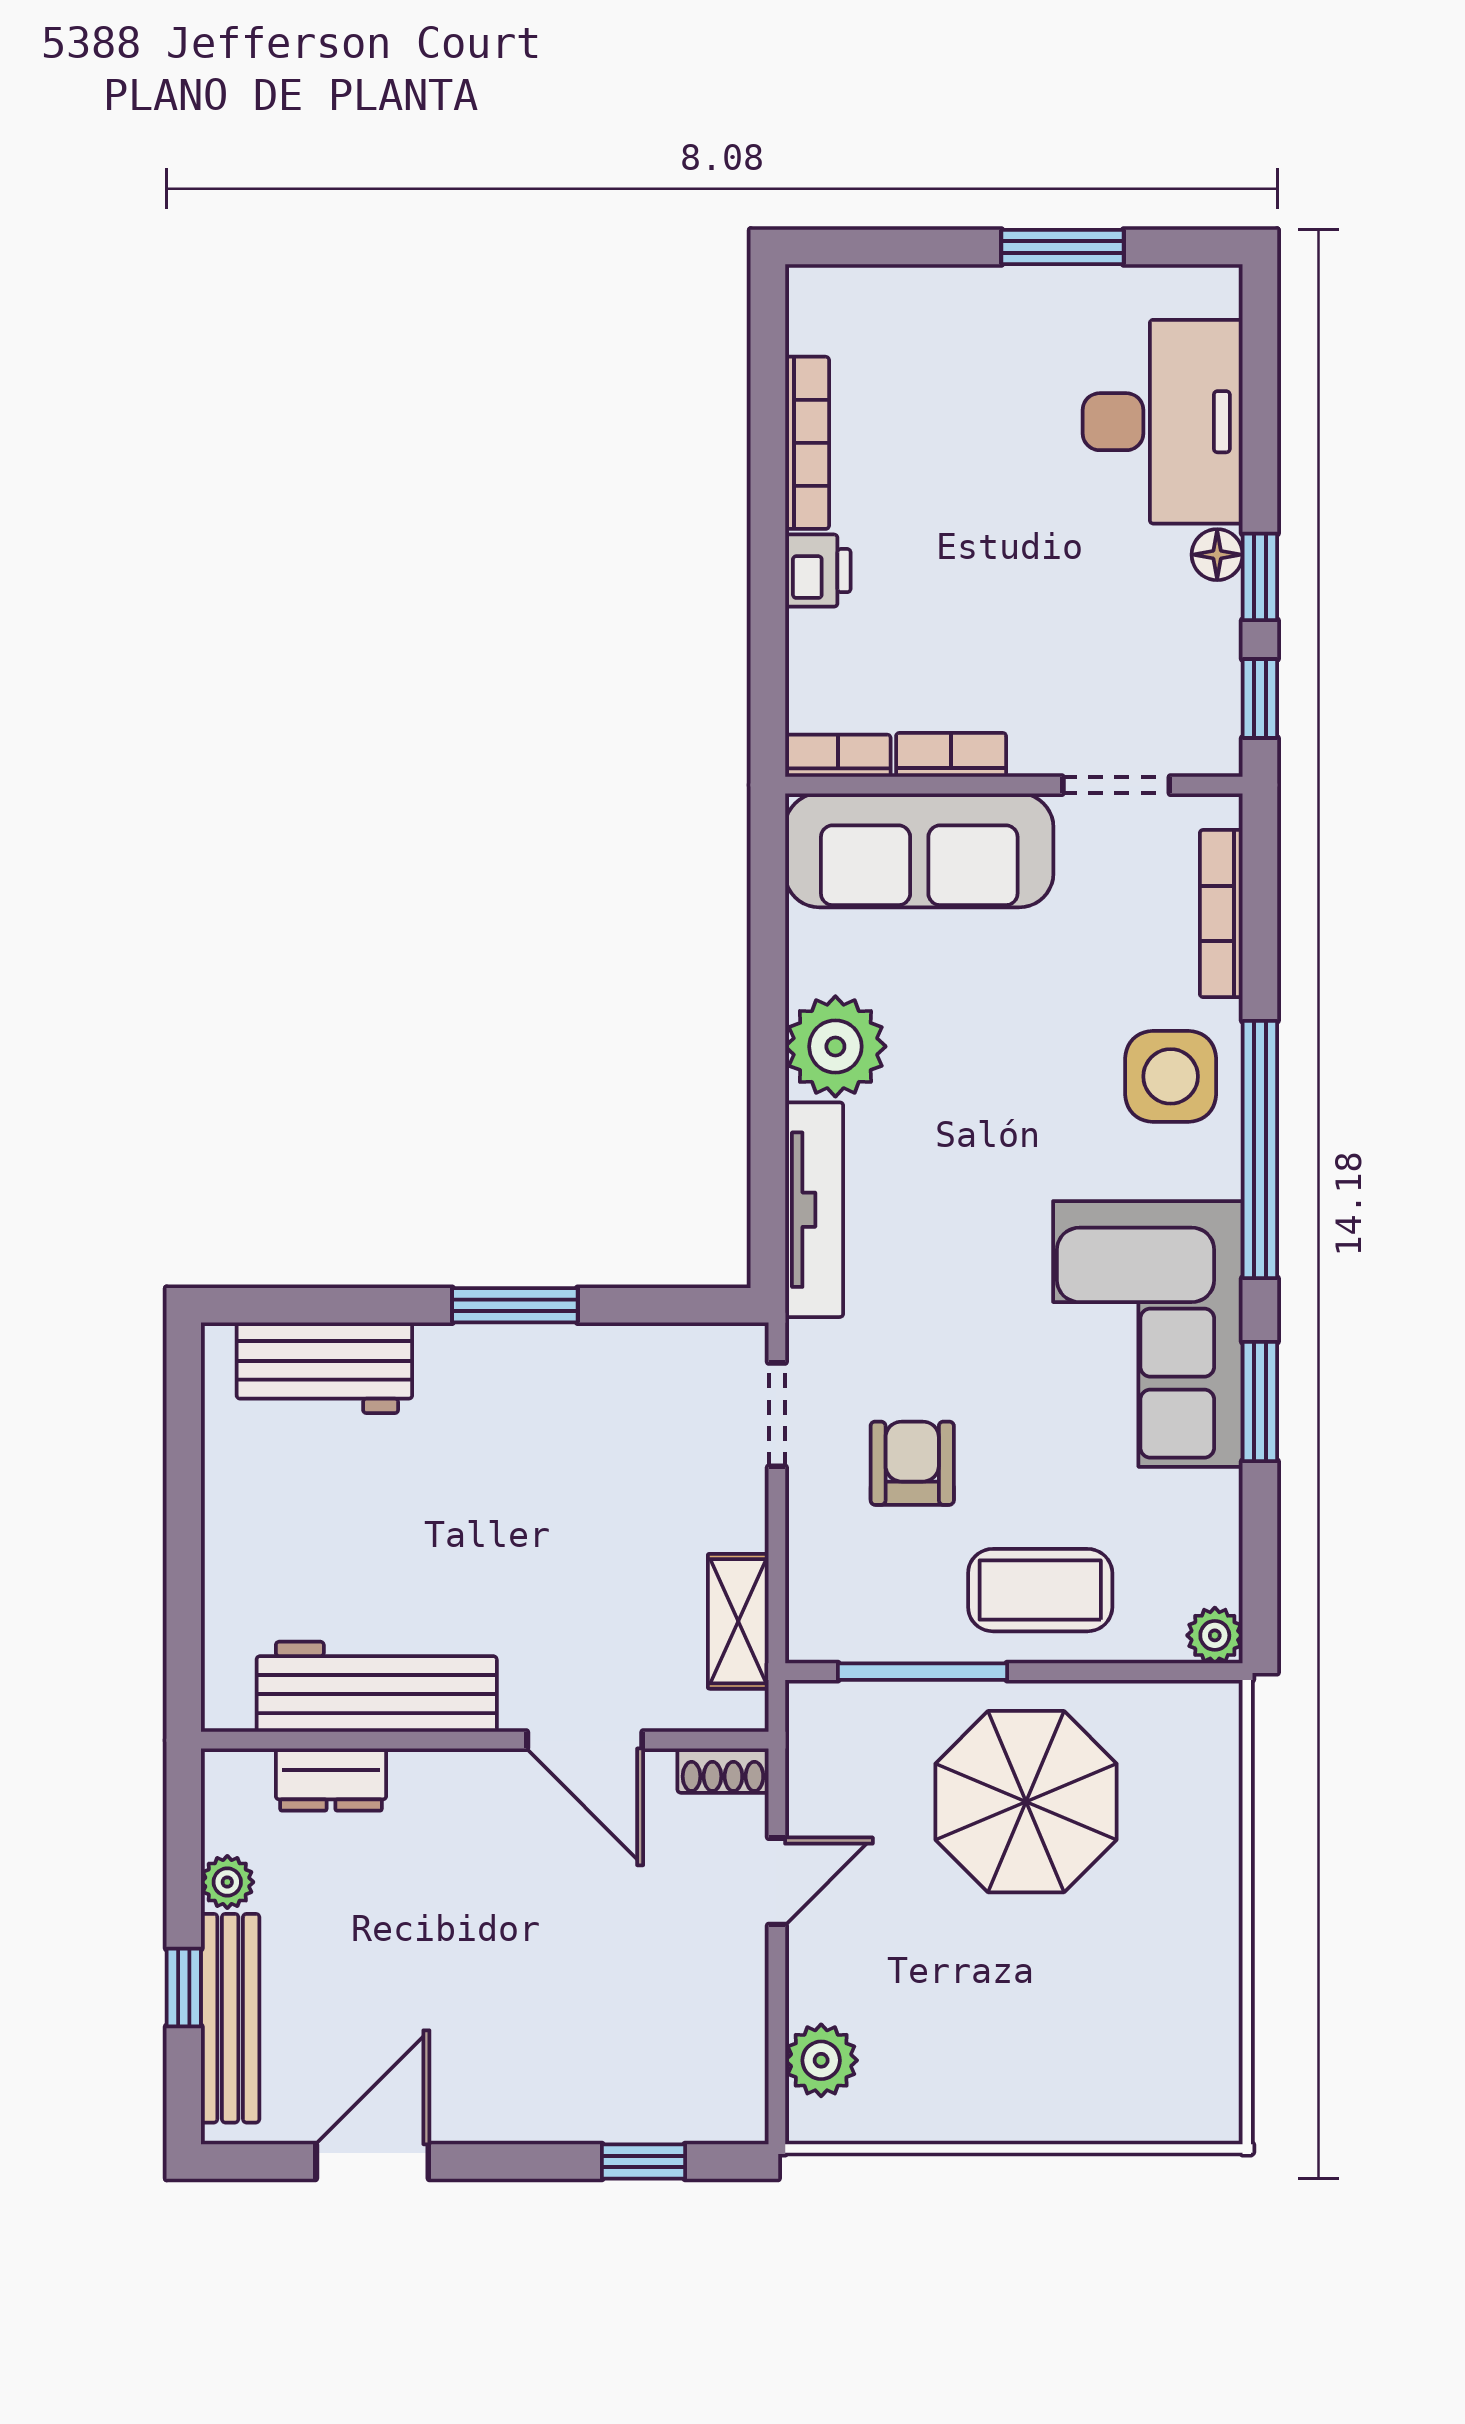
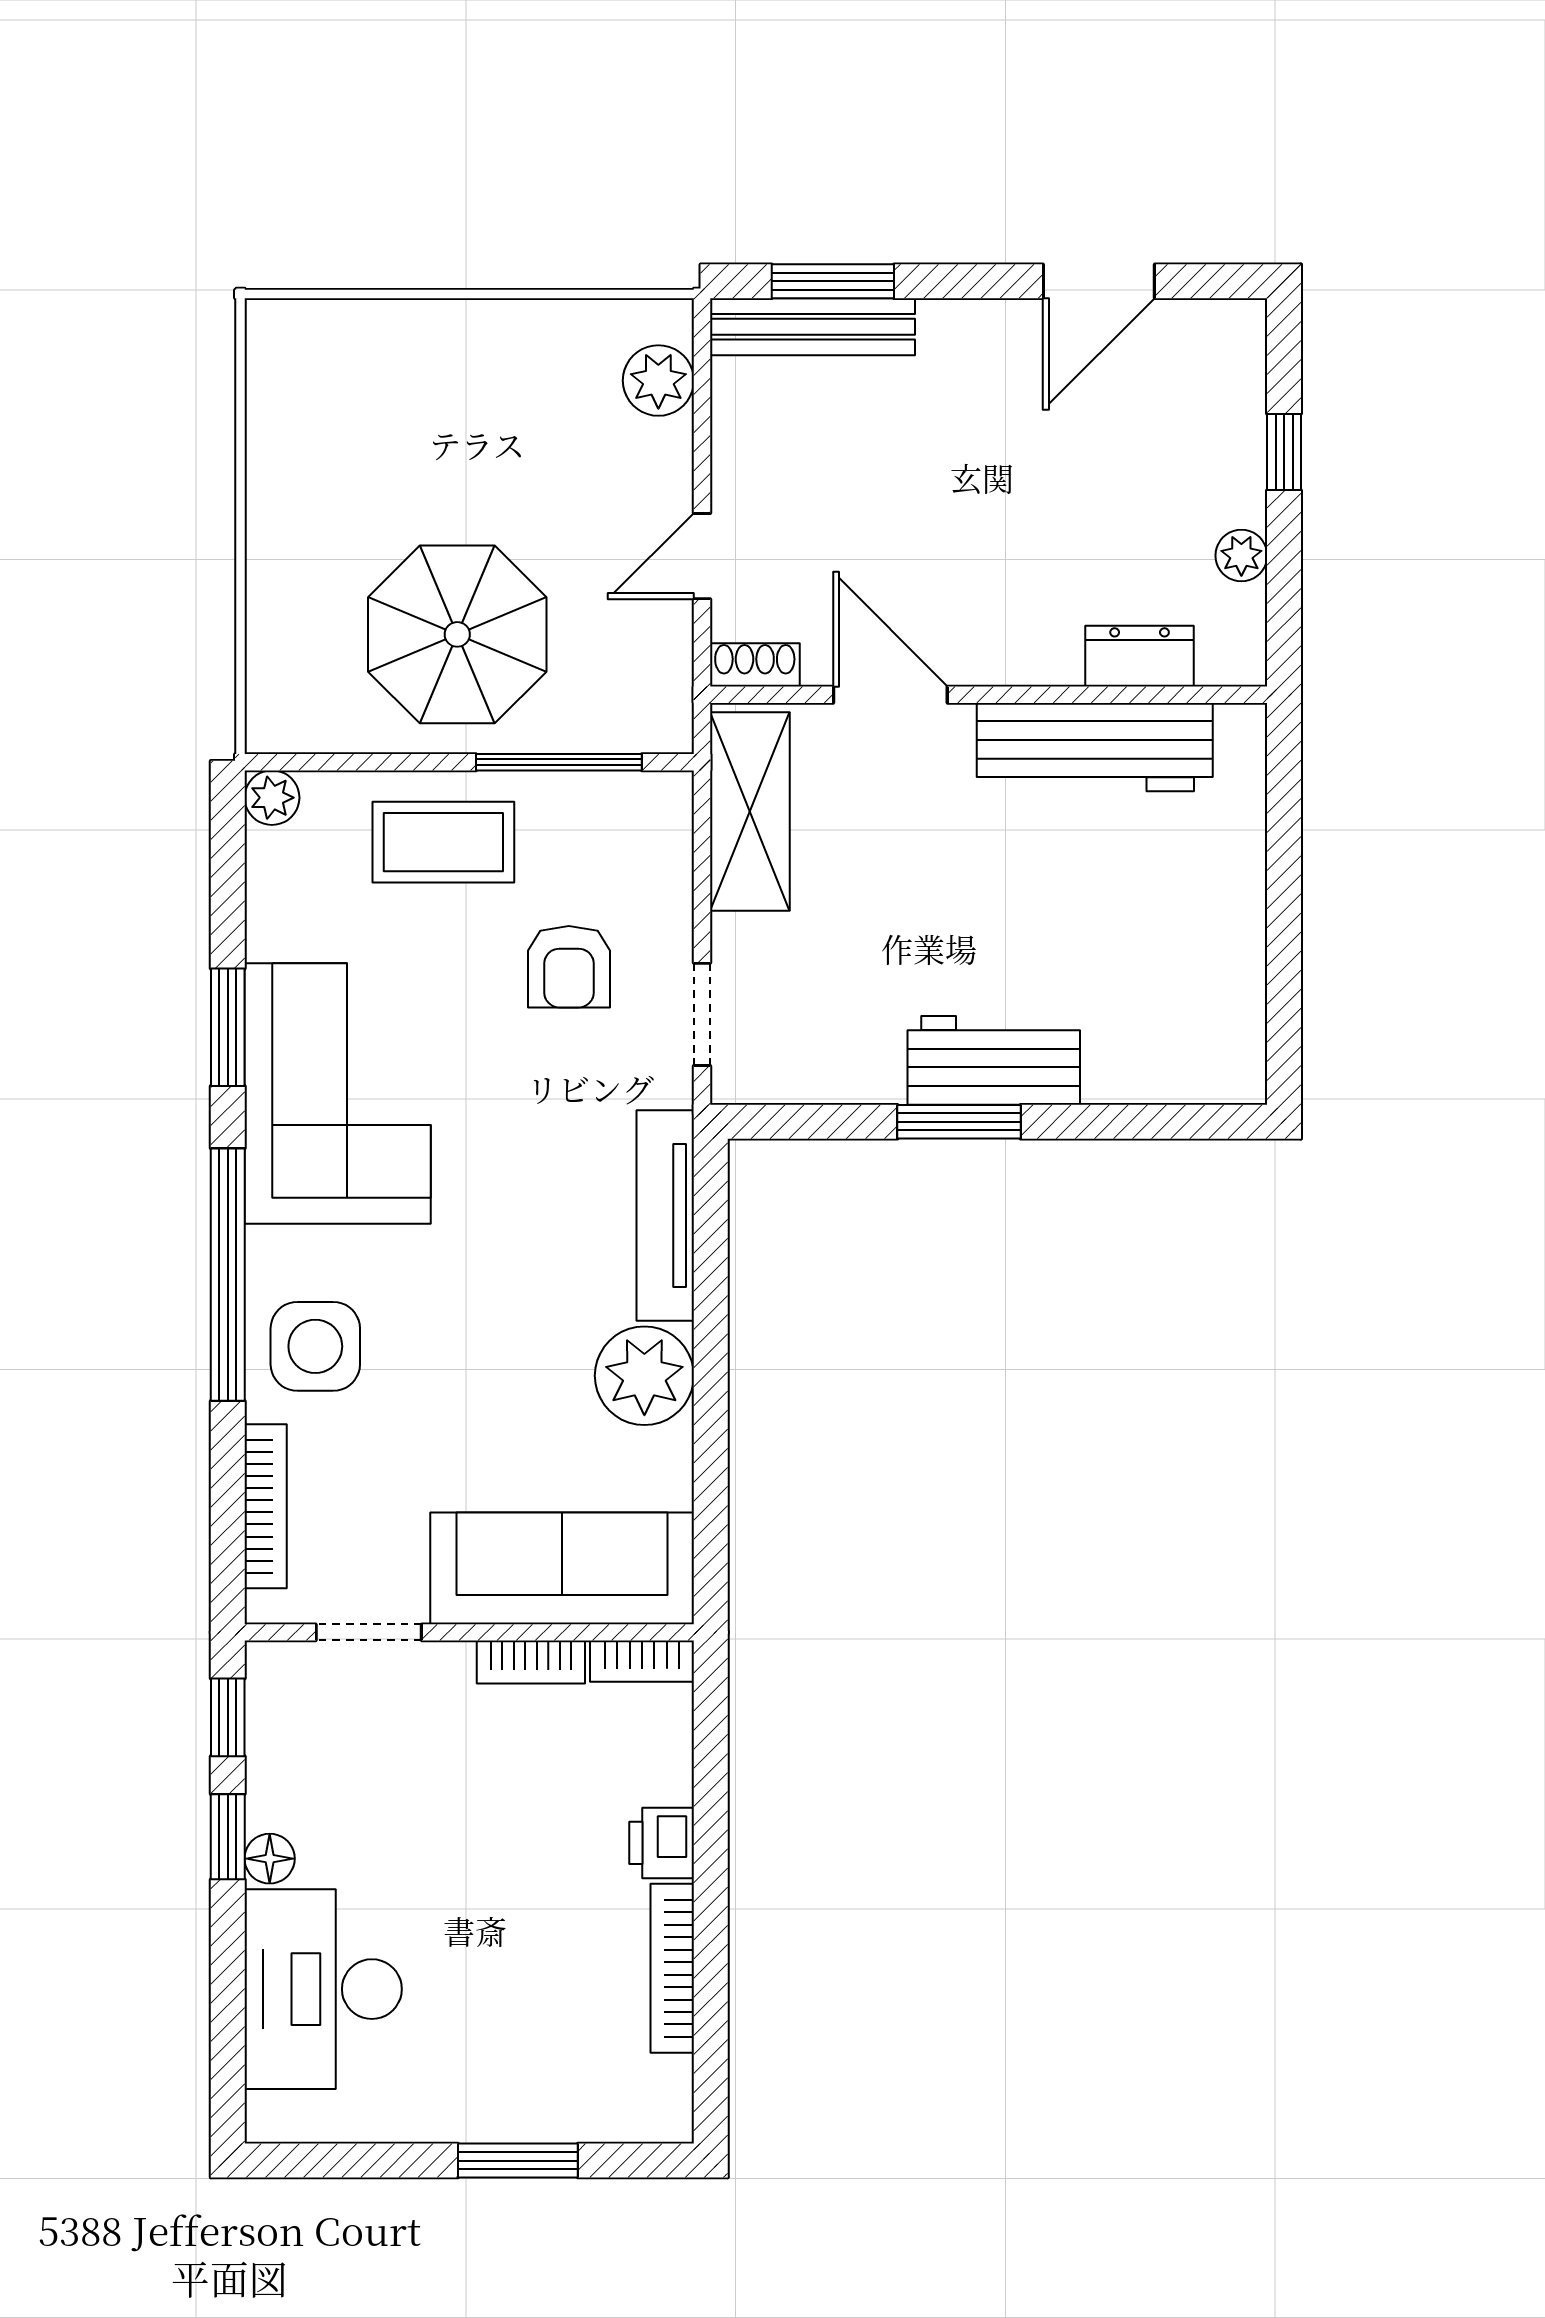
window: (1063, 247) -> (518, 2161), moved
workbench: (324, 1368) -> (994, 1060), moved
shelving: (738, 1621) -> (750, 811), width x1.50, depth x1.33
bench: (230, 2018) -> (812, 327), moved, turned 90
window: (643, 2161) -> (833, 281), width x1.50

